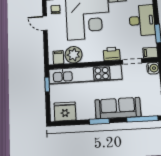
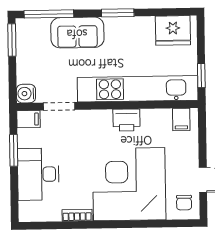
printer: (112, 54) -> (127, 120), moved
plant: (74, 55) -> (156, 123), removed
sofa: (118, 108) -> (77, 33), width x0.73

